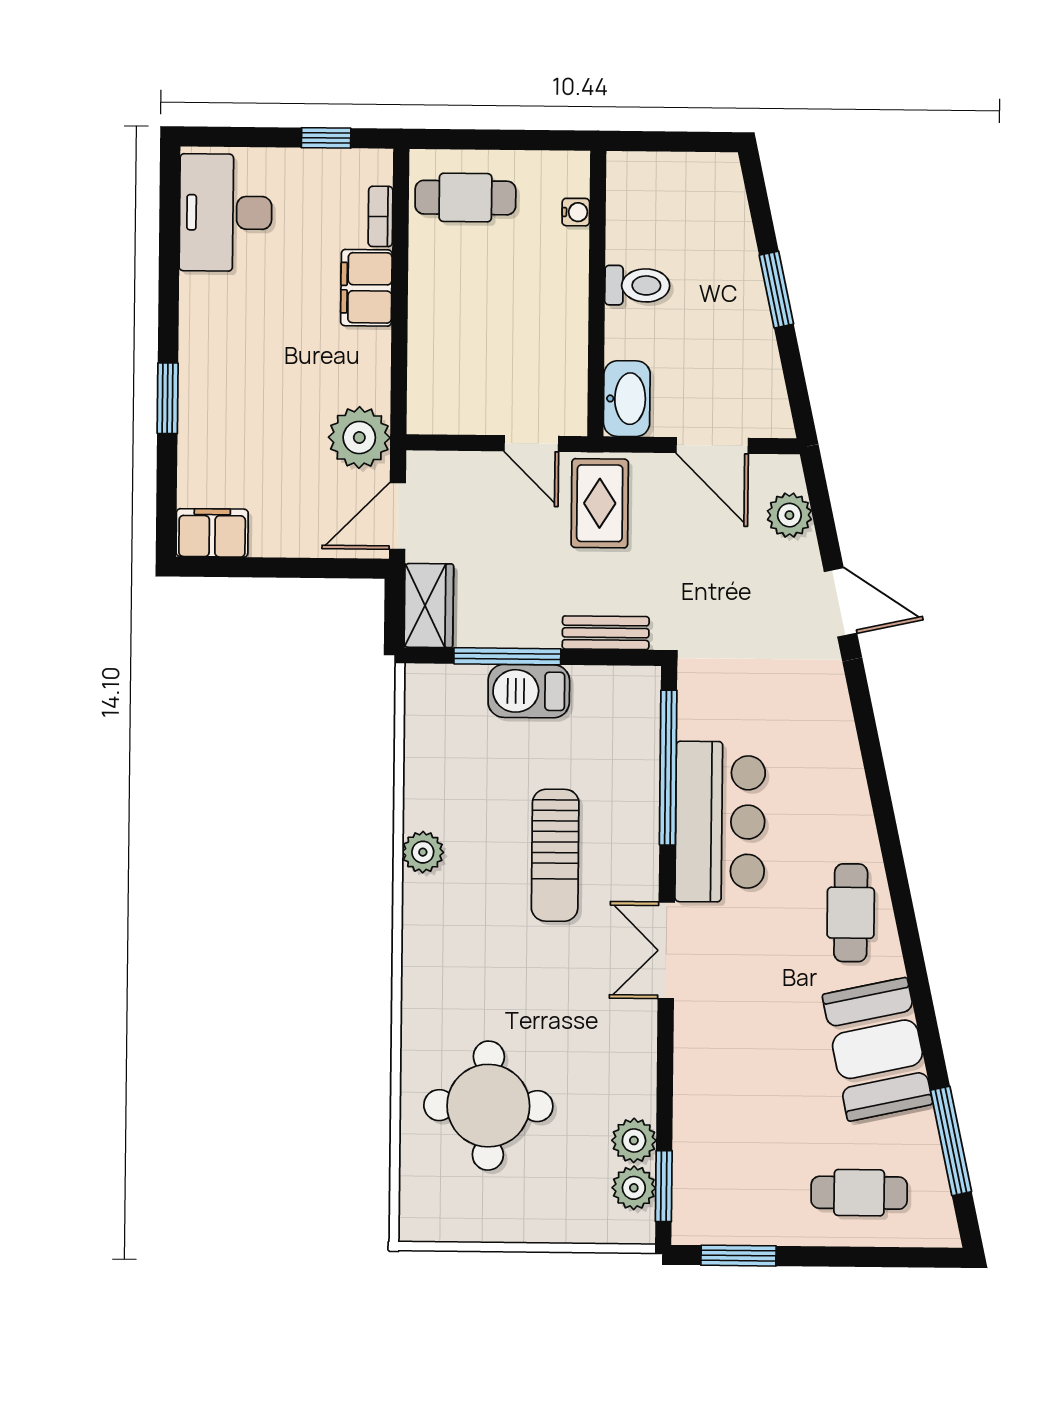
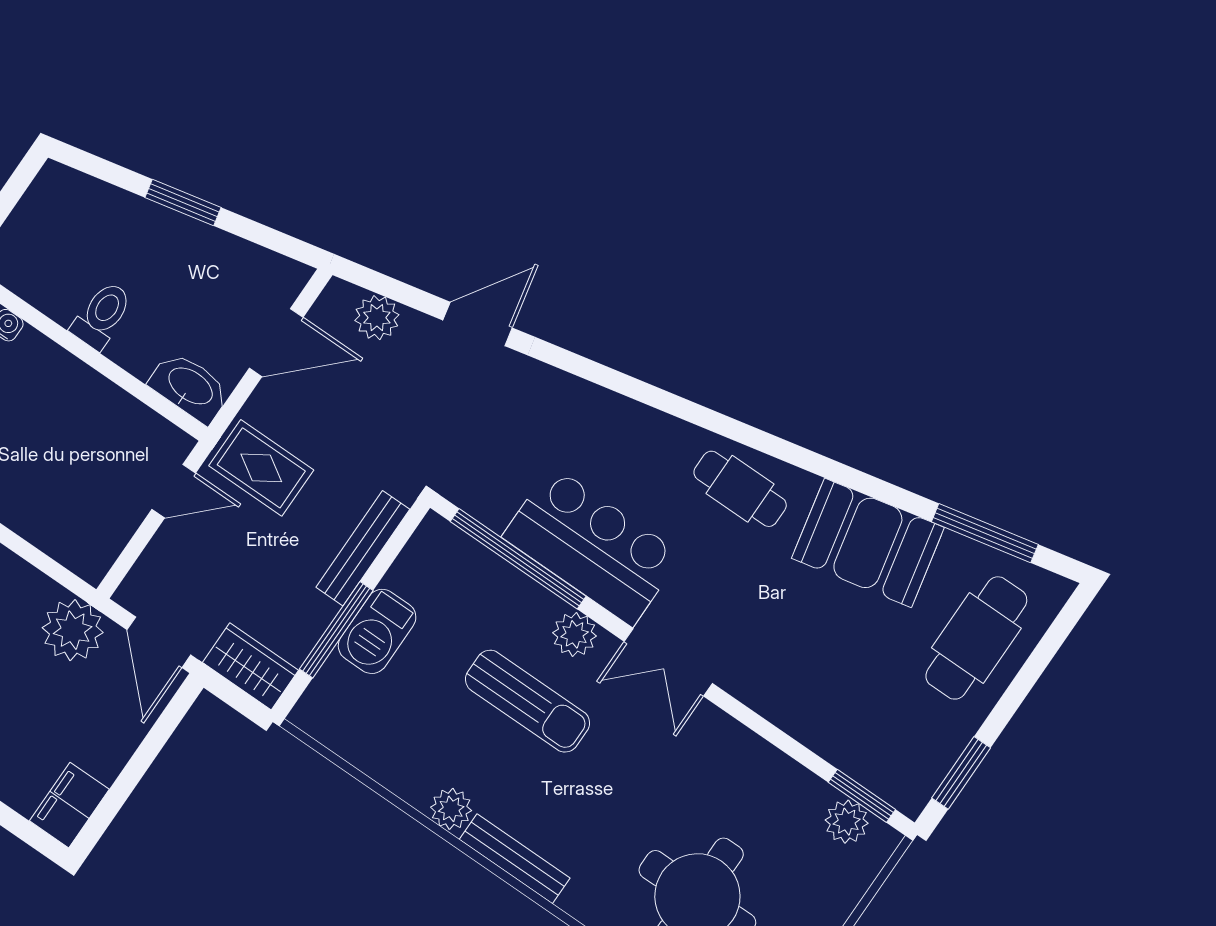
bench: (606, 633) -> (363, 548), width x1.36
bench: (417, 933) -> (515, 859), added
plant: (634, 1140) -> (575, 634), moved
cafe table: (859, 1193) -> (976, 638), width x1.37, depth x1.35

